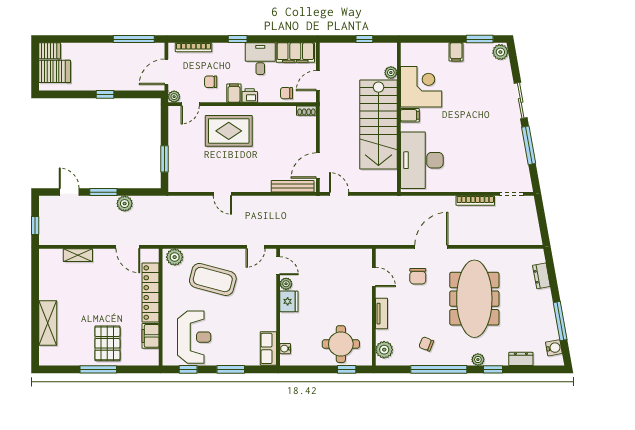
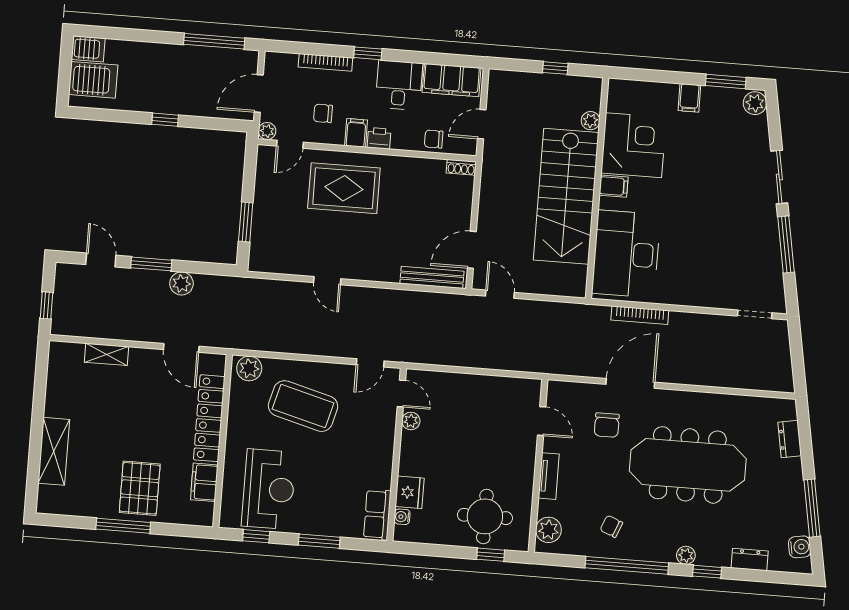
bookcase: (194, 47) -> (325, 62), moved
bookcase: (475, 201) -> (640, 315), moved
meeting table: (474, 299) -> (688, 465), turned 90
fridge: (289, 301) -> (410, 492), moved

